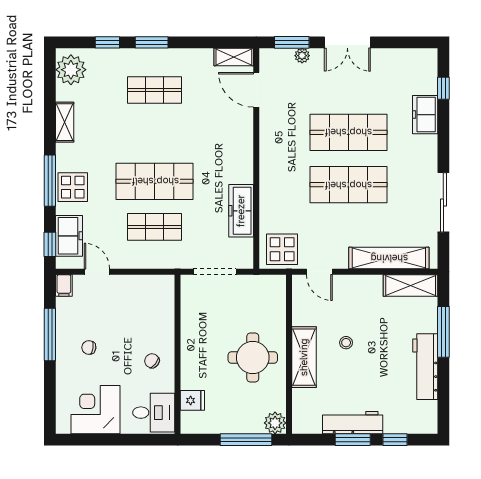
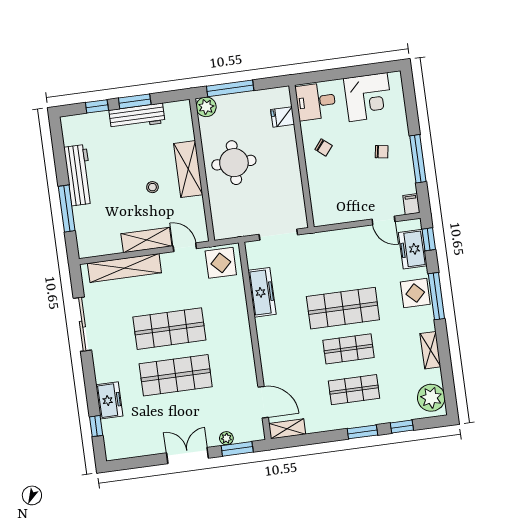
shop shelf: (155, 227) -> (348, 349), moved
shelving: (411, 285) -> (146, 240), moved

